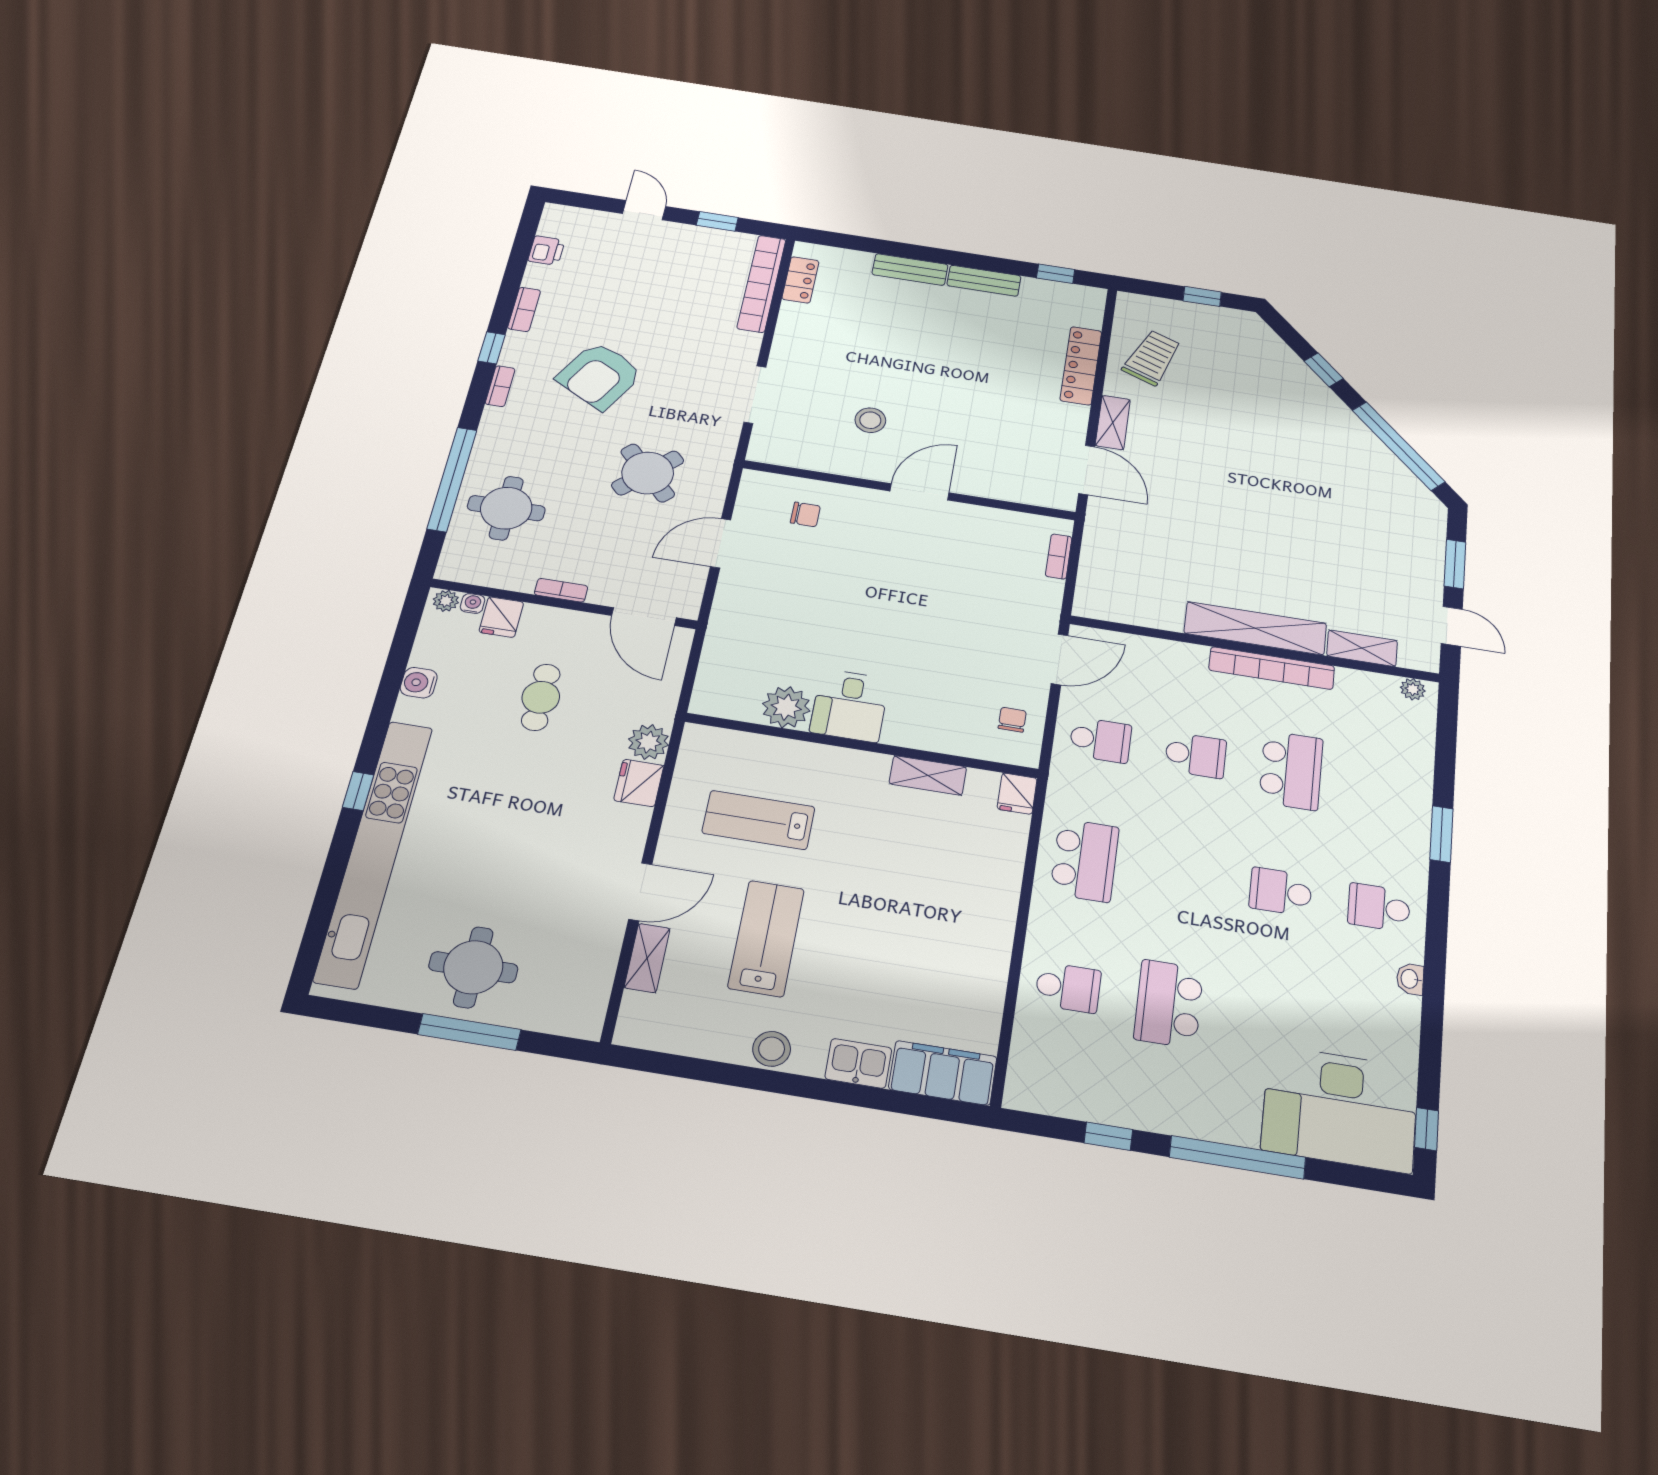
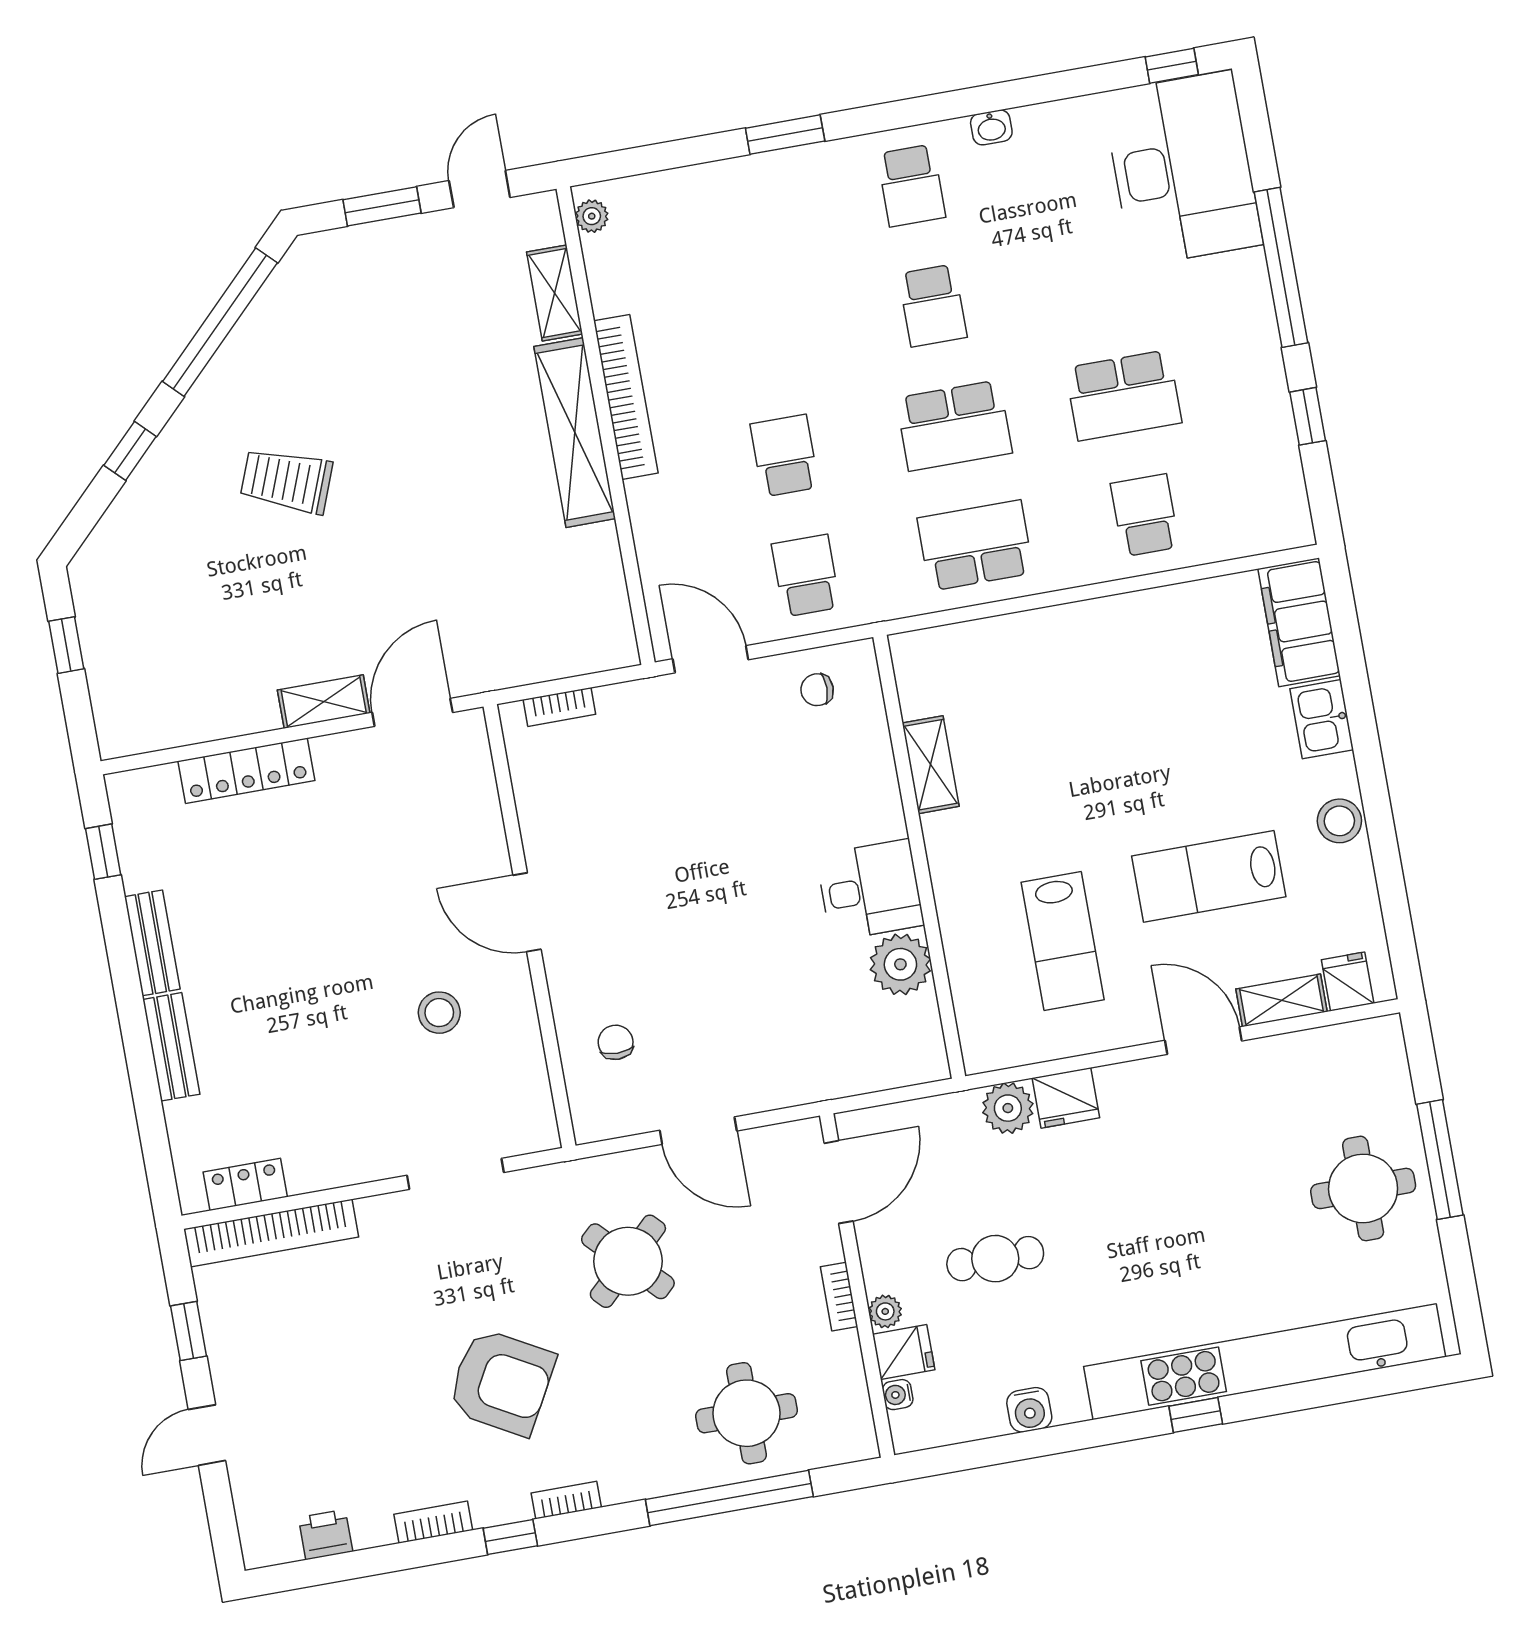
trolley: (1152, 358) -> (286, 481), moved
plant: (446, 601) -> (885, 1311), moved
school desk: (1291, 770) -> (954, 425), moved, turned 180
fridge: (1017, 794) -> (1348, 981), moved, turned -90

